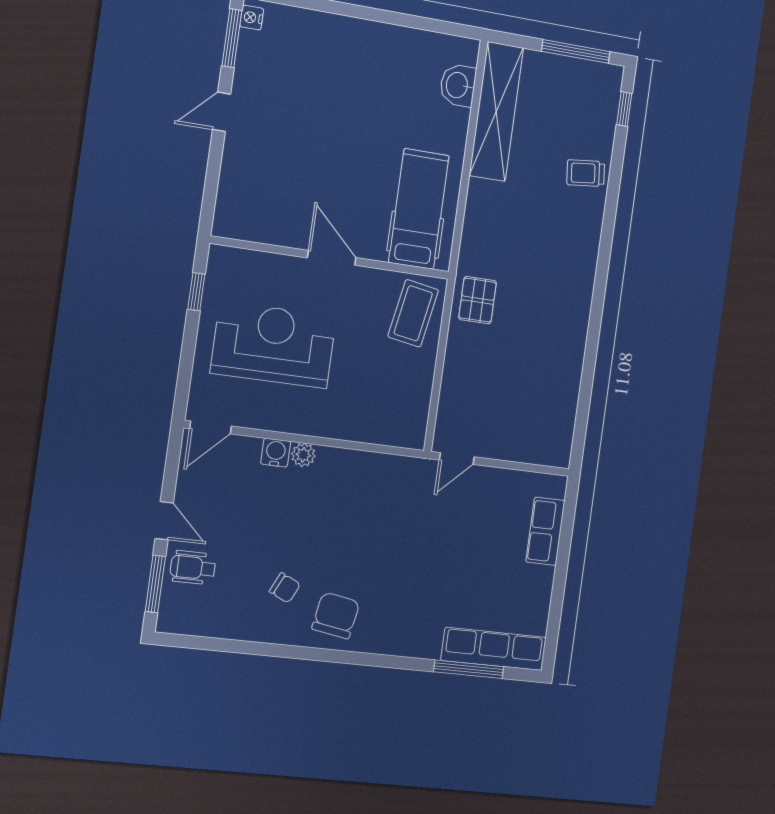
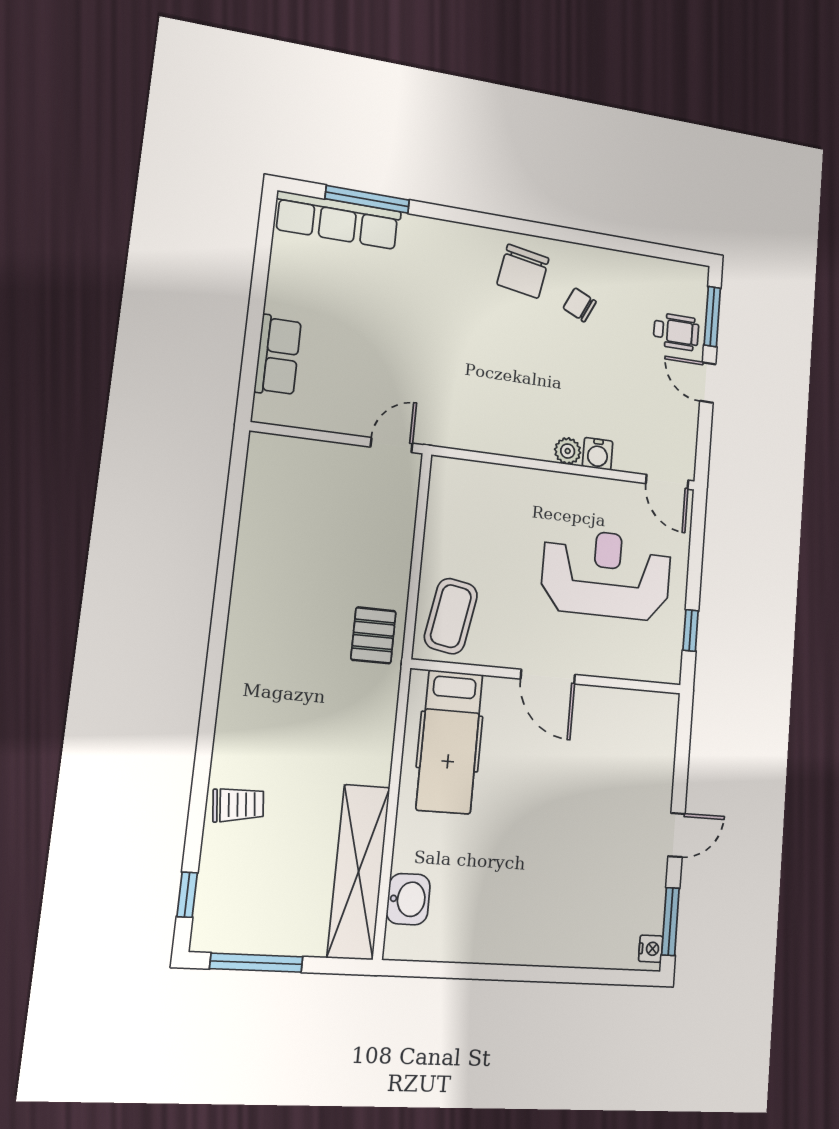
reception desk: (273, 345) -> (606, 574), turned 180
door: (211, 427) -> (667, 482), swing flipped

